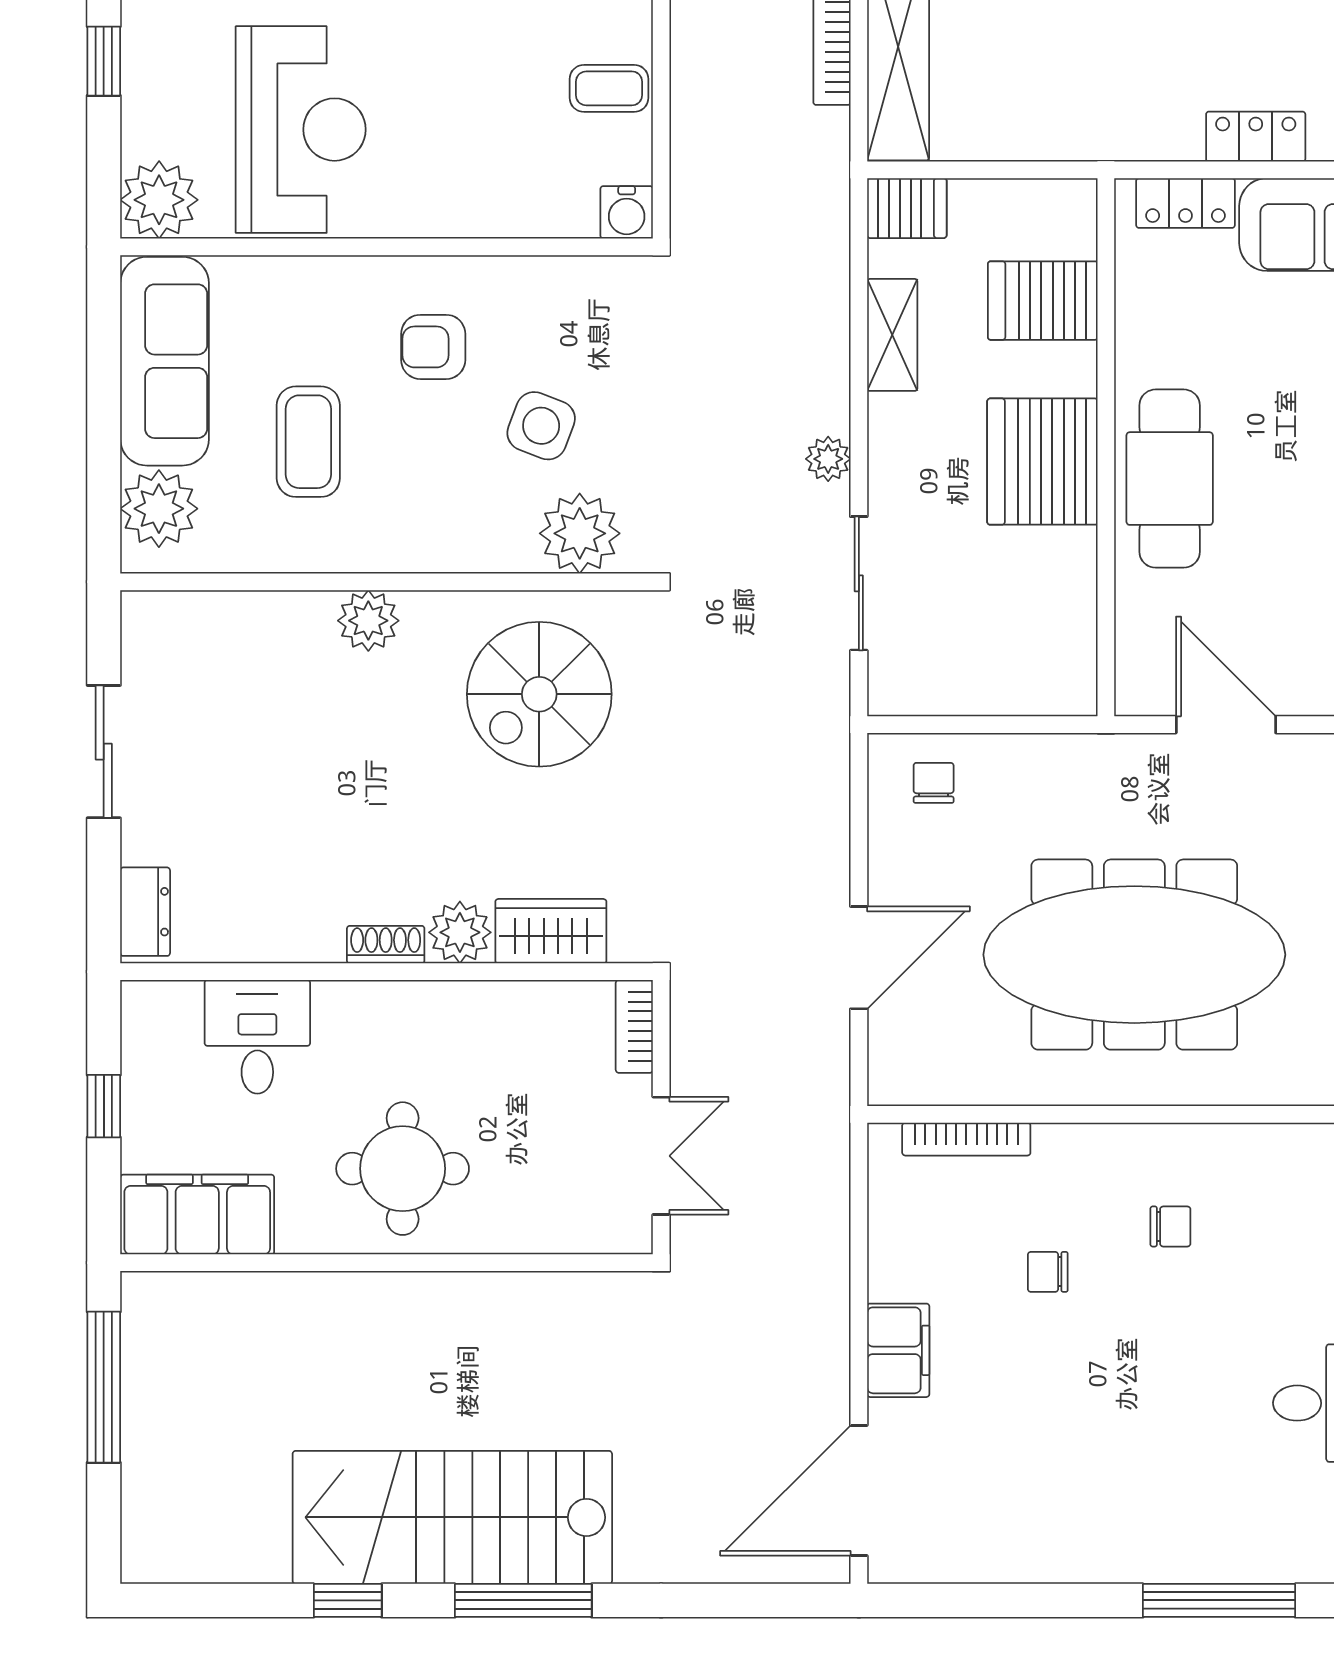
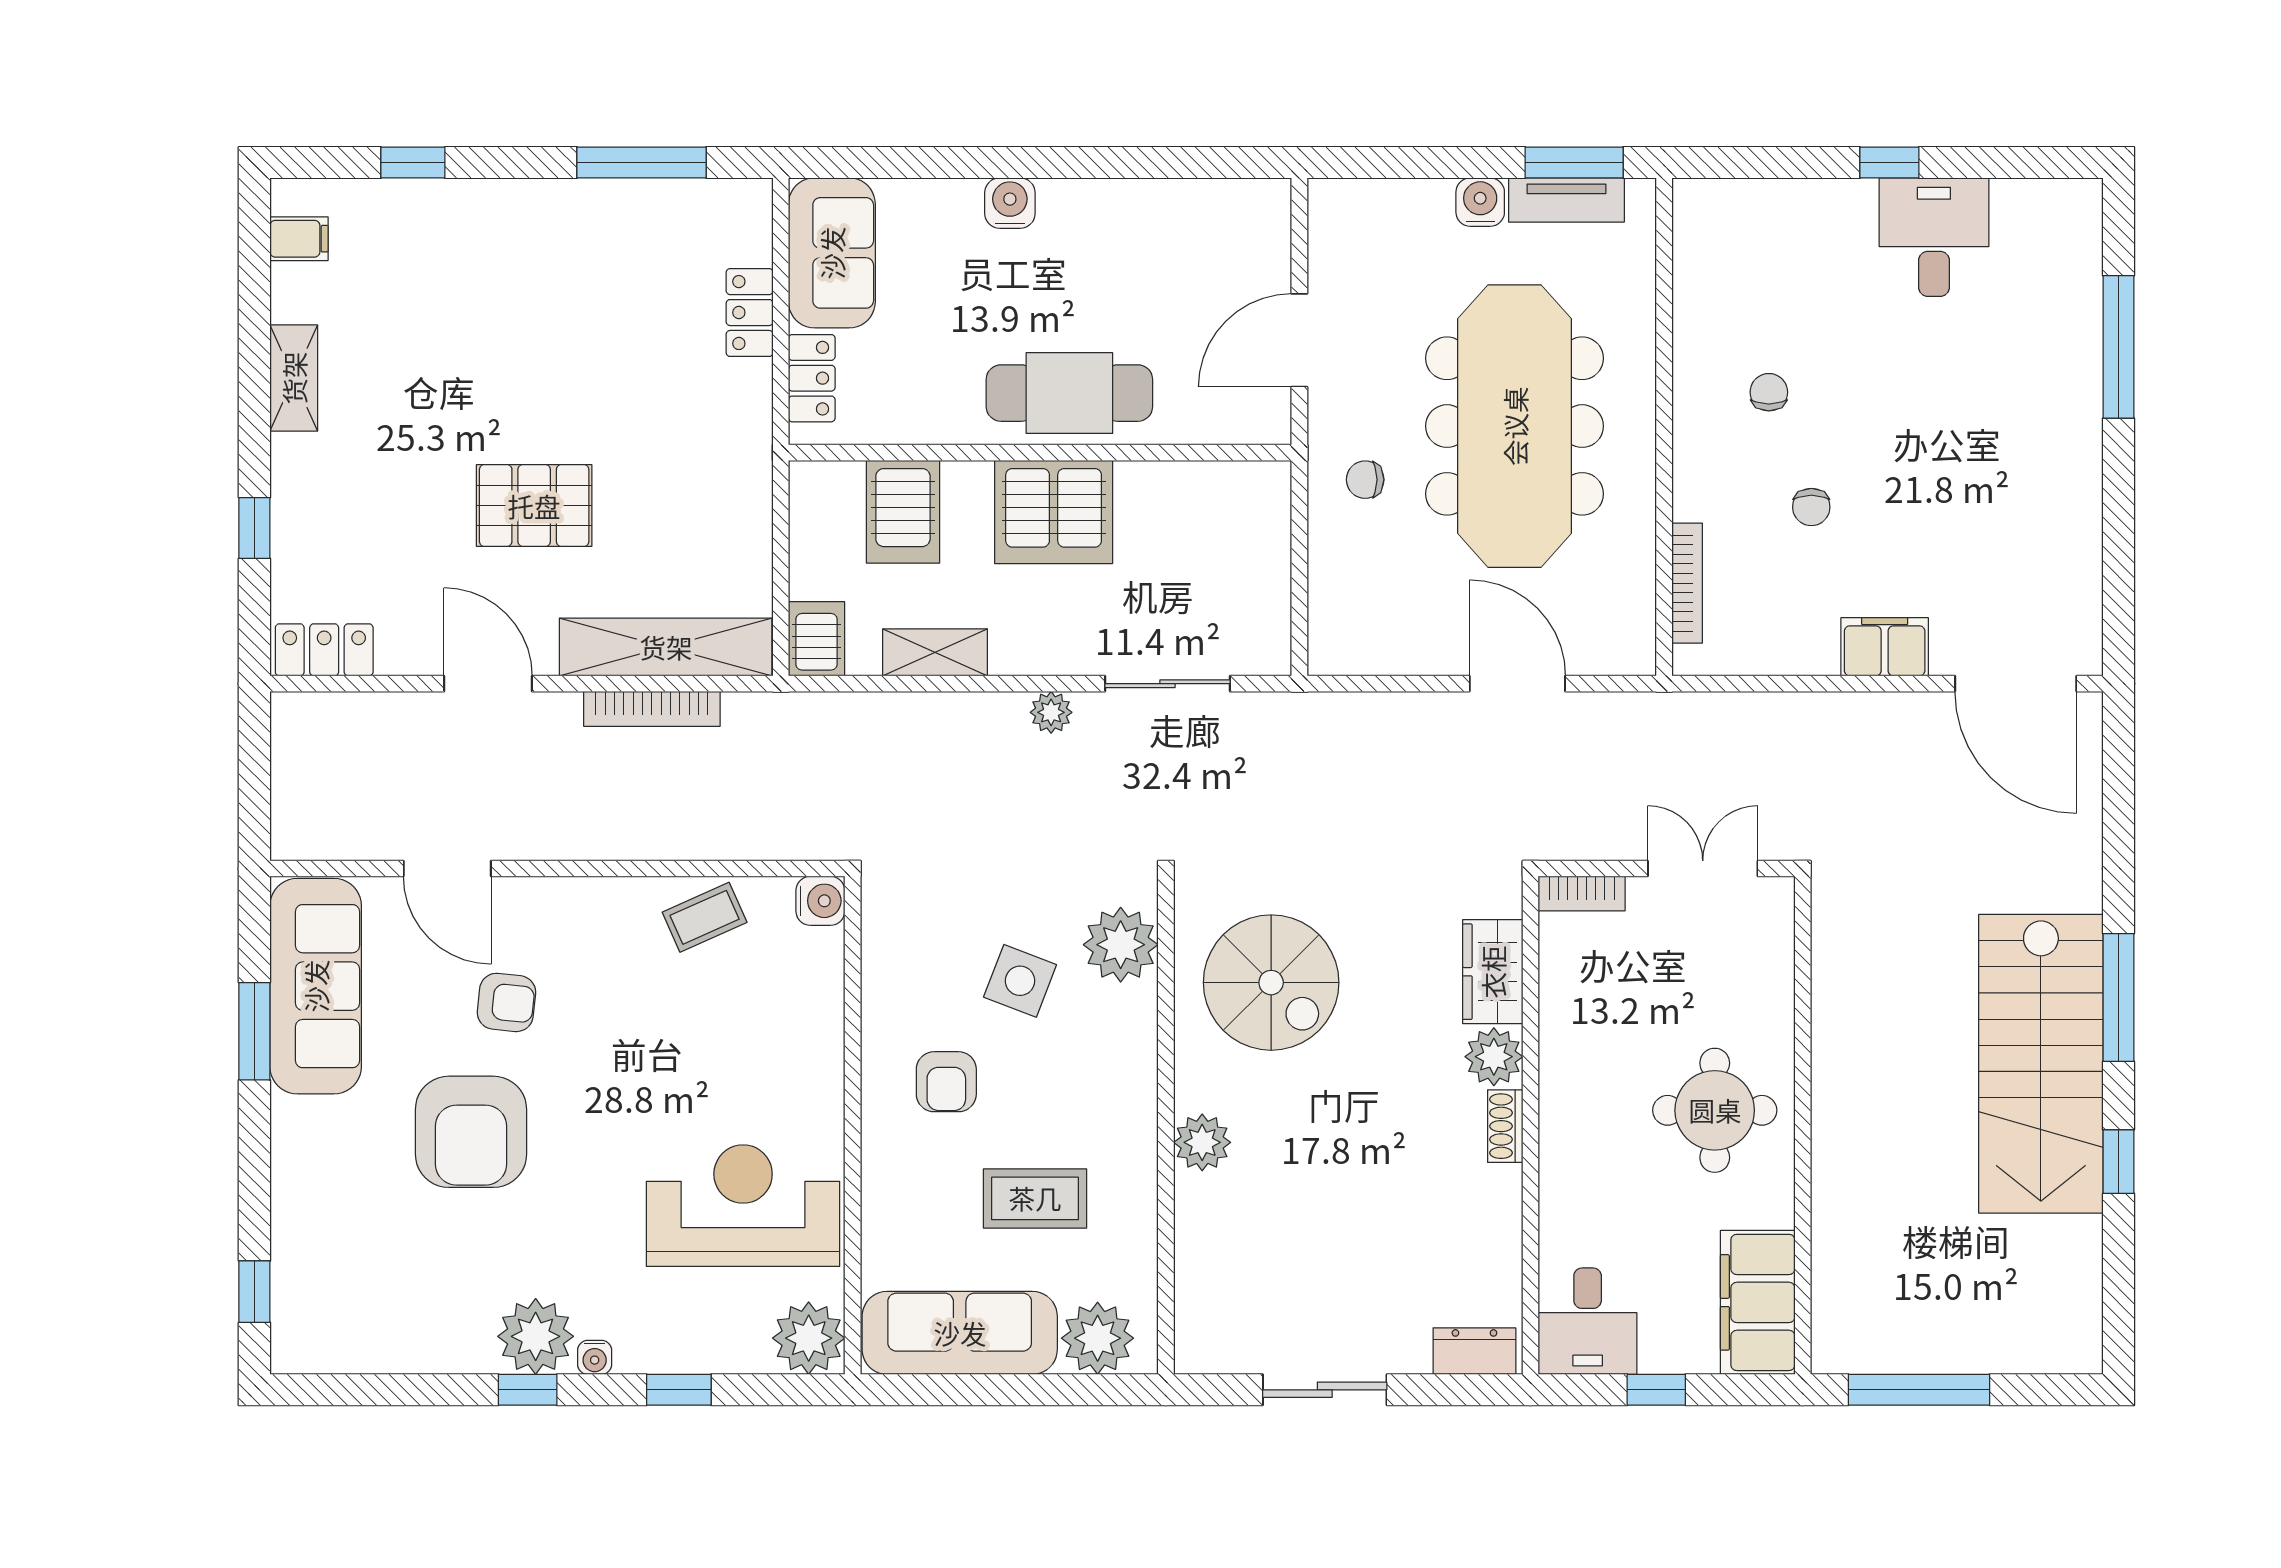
coffee table: (609, 88) -> (705, 917), turned 66
chair: (934, 783) -> (1365, 480), moved
desk: (257, 1037) -> (1588, 1321), moved, turned -90

